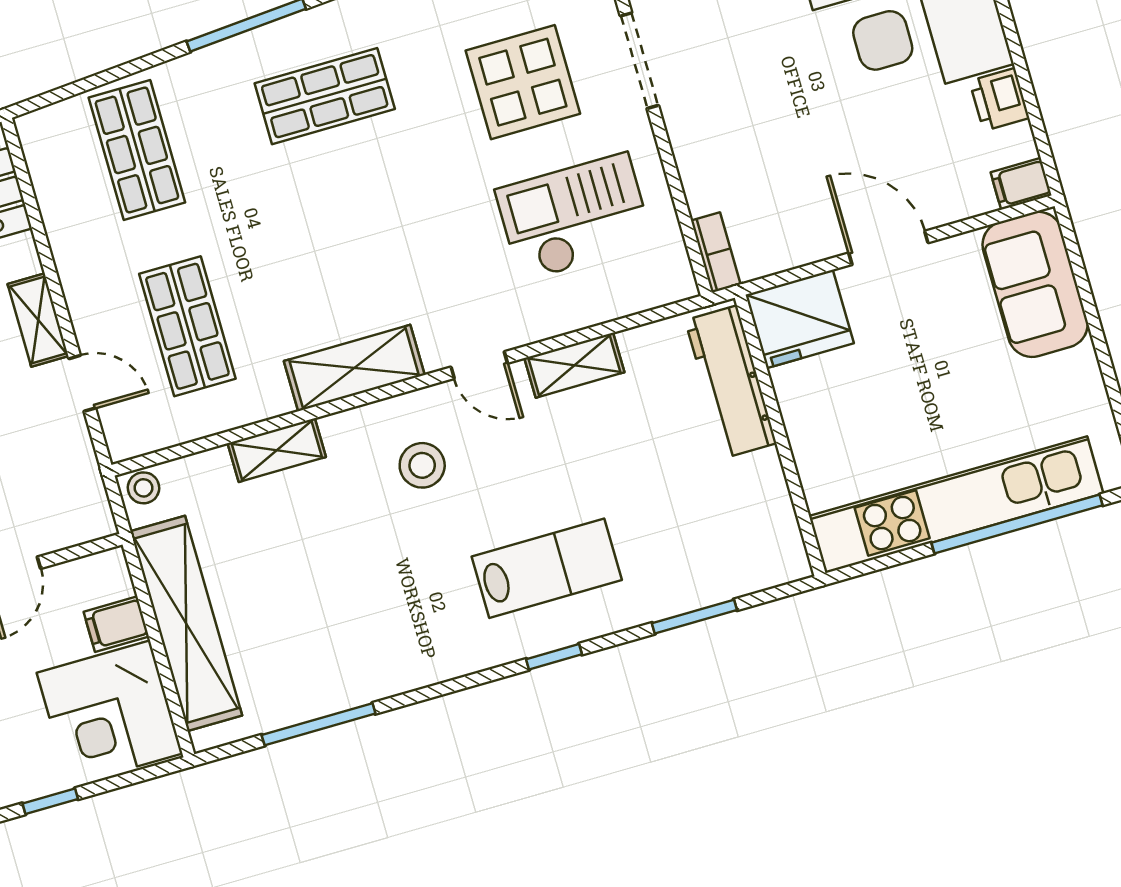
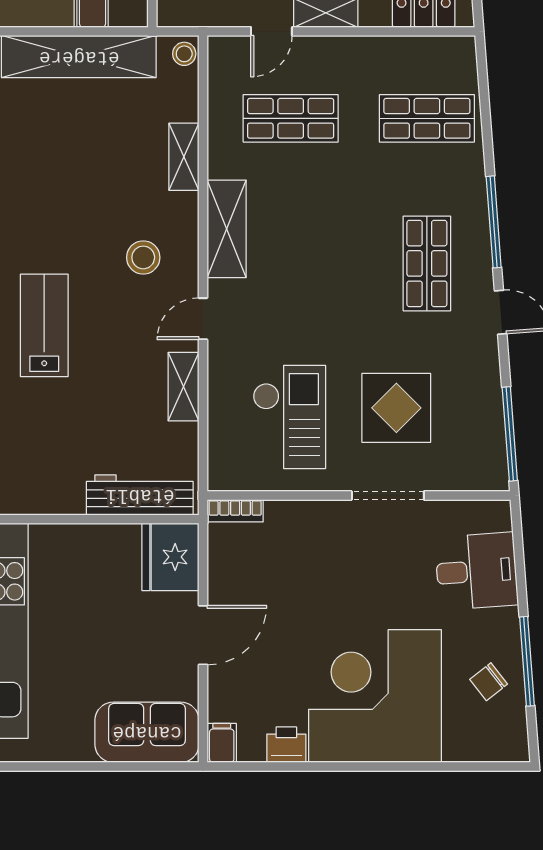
lab bench: (547, 568) -> (44, 325), turned 180

